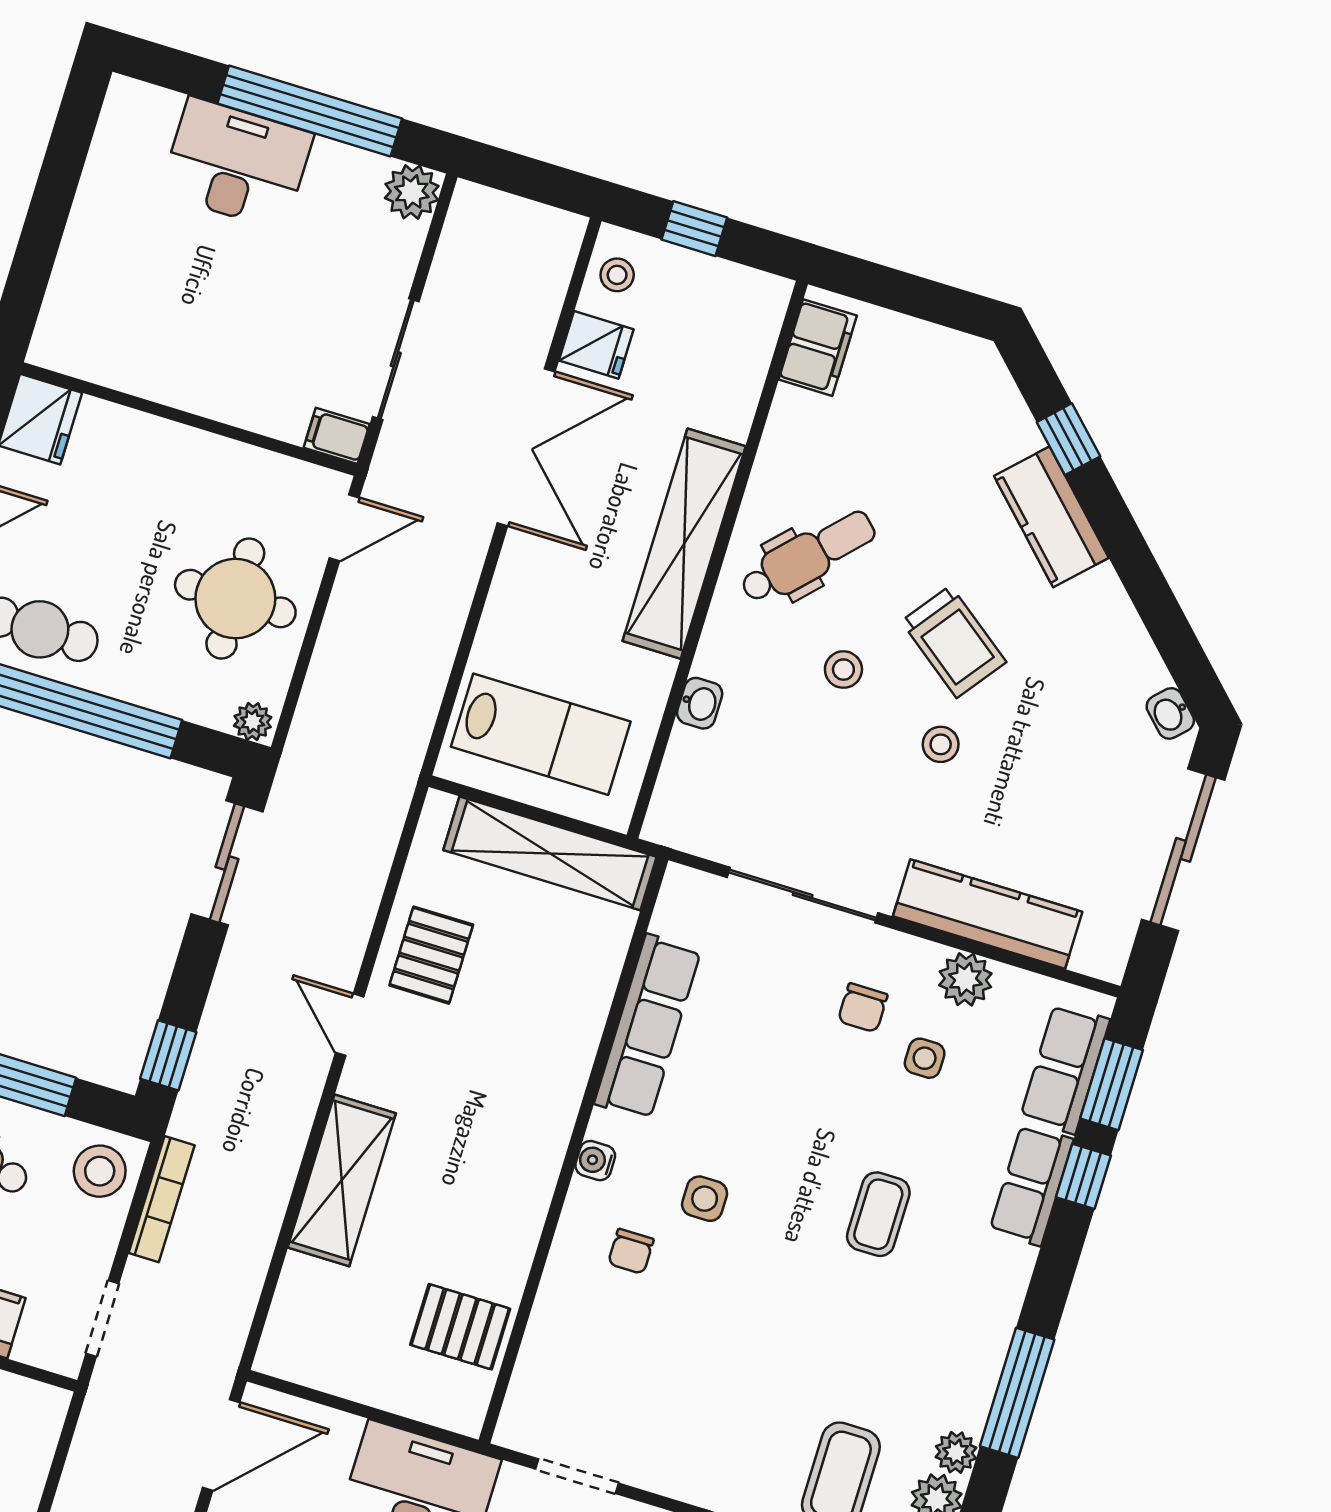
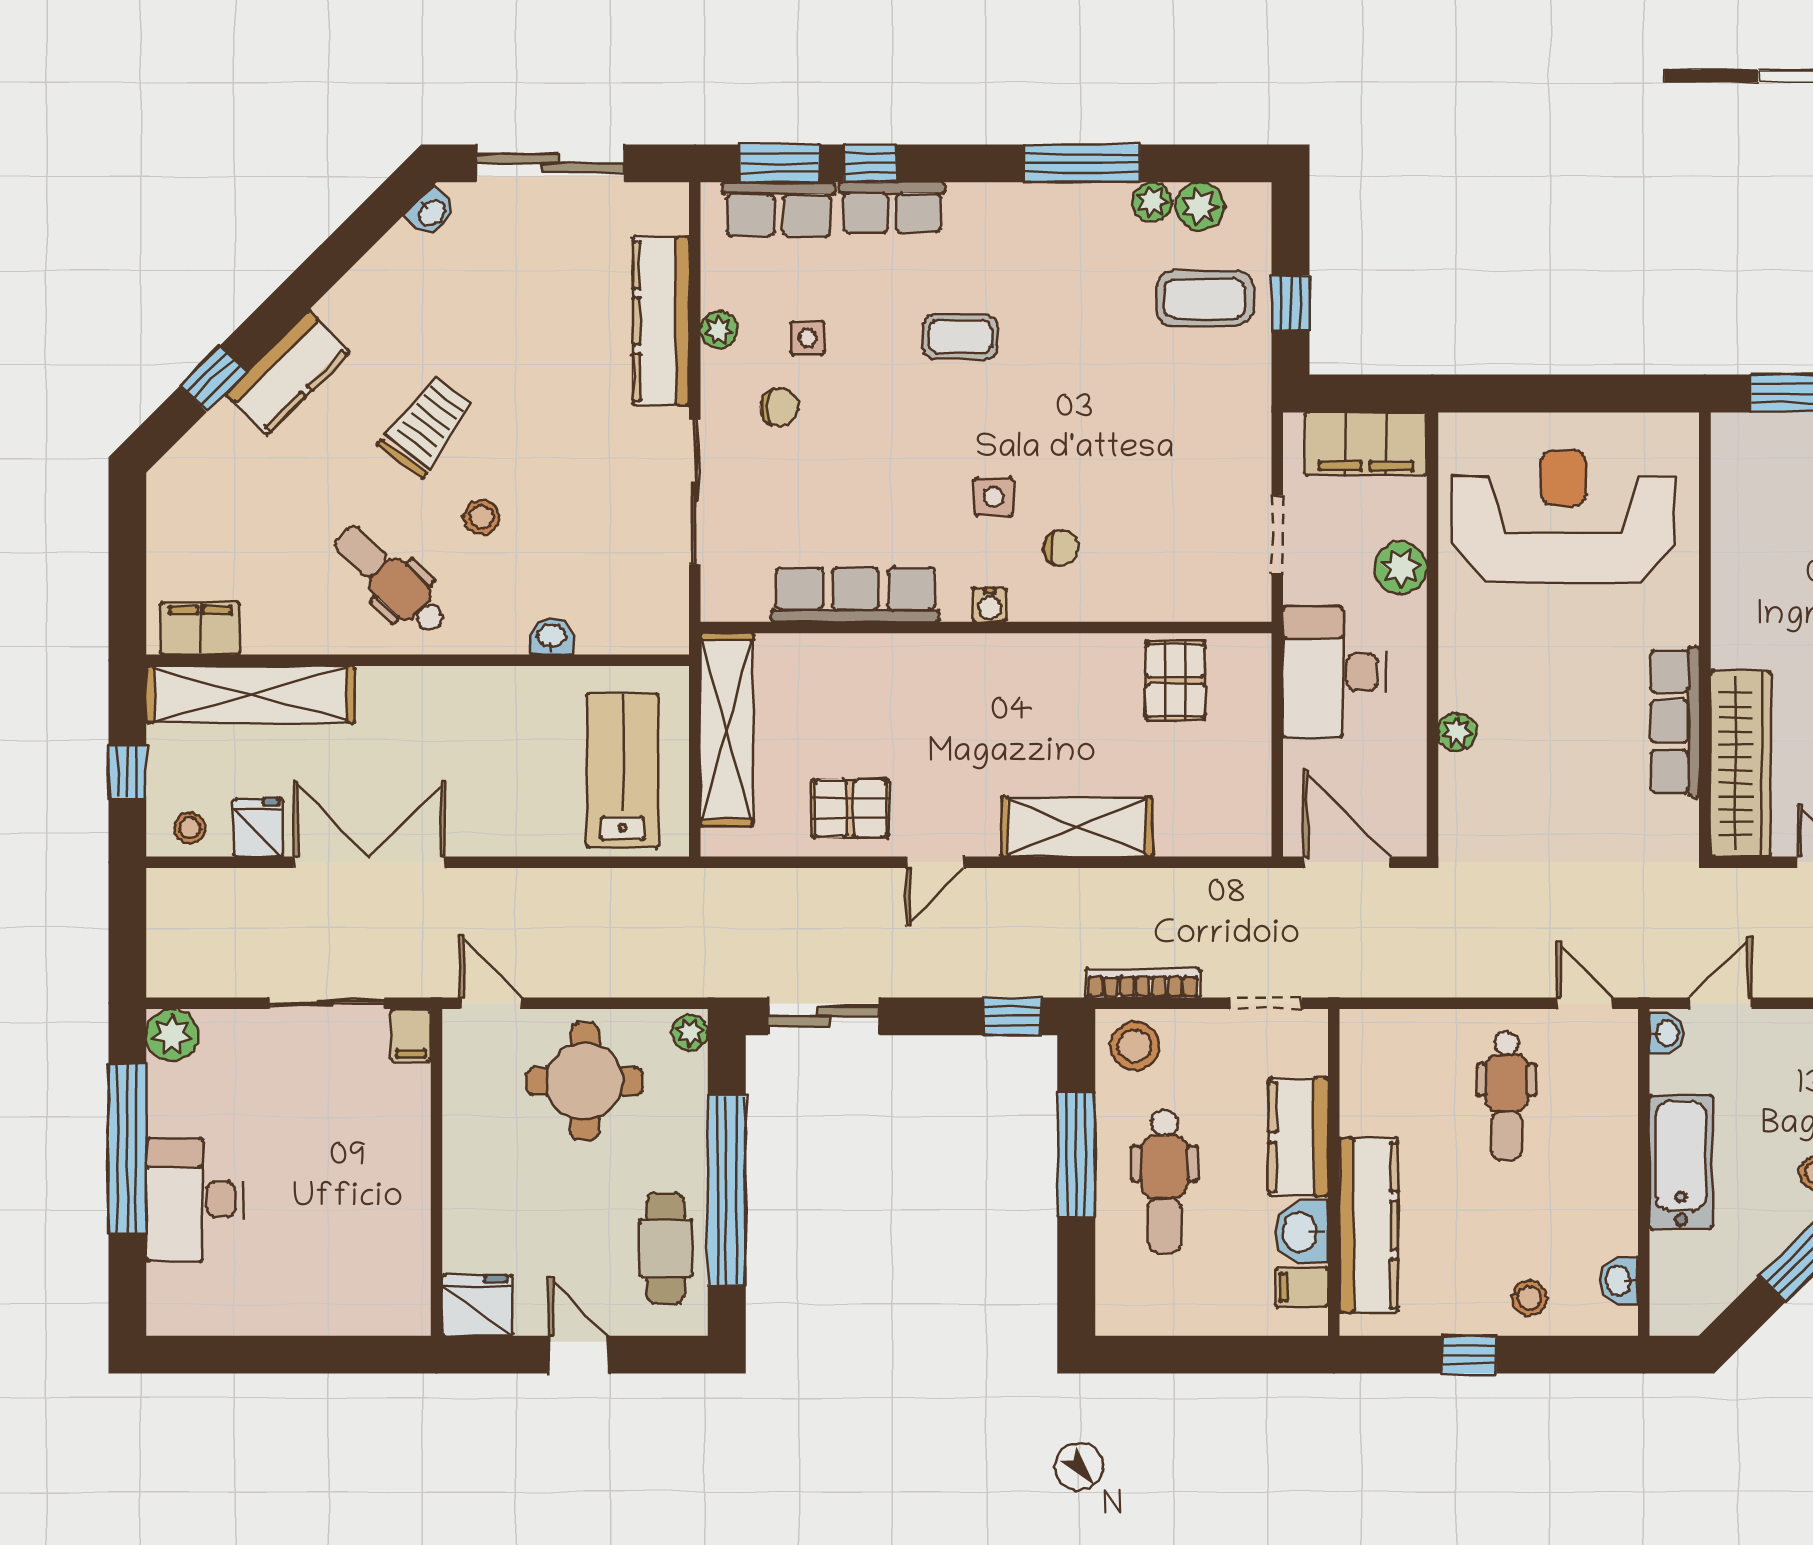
shelving: (684, 544) -> (250, 694), moved
stool: (941, 744) -> (522, 410), removed
plant: (965, 979) -> (719, 330), width x0.73, depth x0.73

